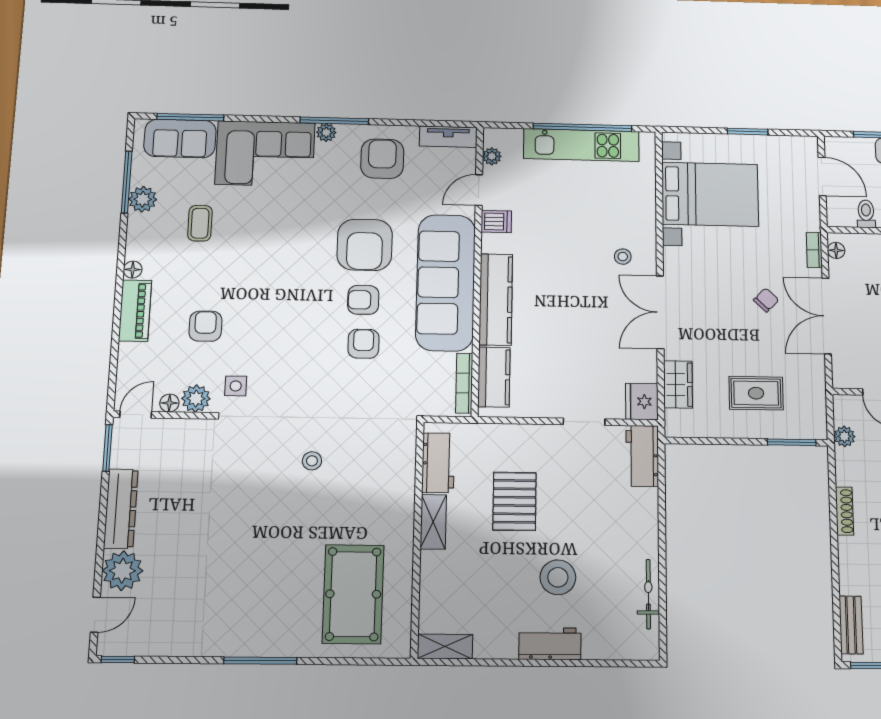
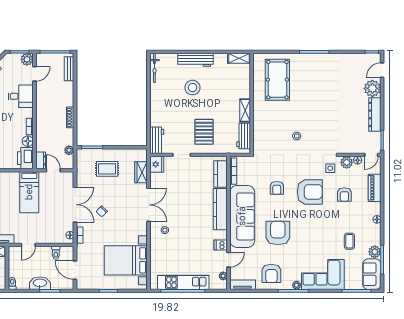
sofa: (180, 138) -> (372, 274), moved, turned -90
armchair: (363, 300) -> (310, 192), moved, width x1.88, depth x1.88
piano: (135, 311) -> (375, 188), moved
pallet: (514, 501) -> (204, 132), moved
bicycle: (648, 594) -> (154, 68), moved
workbench: (550, 644) -> (196, 60), width x1.38

